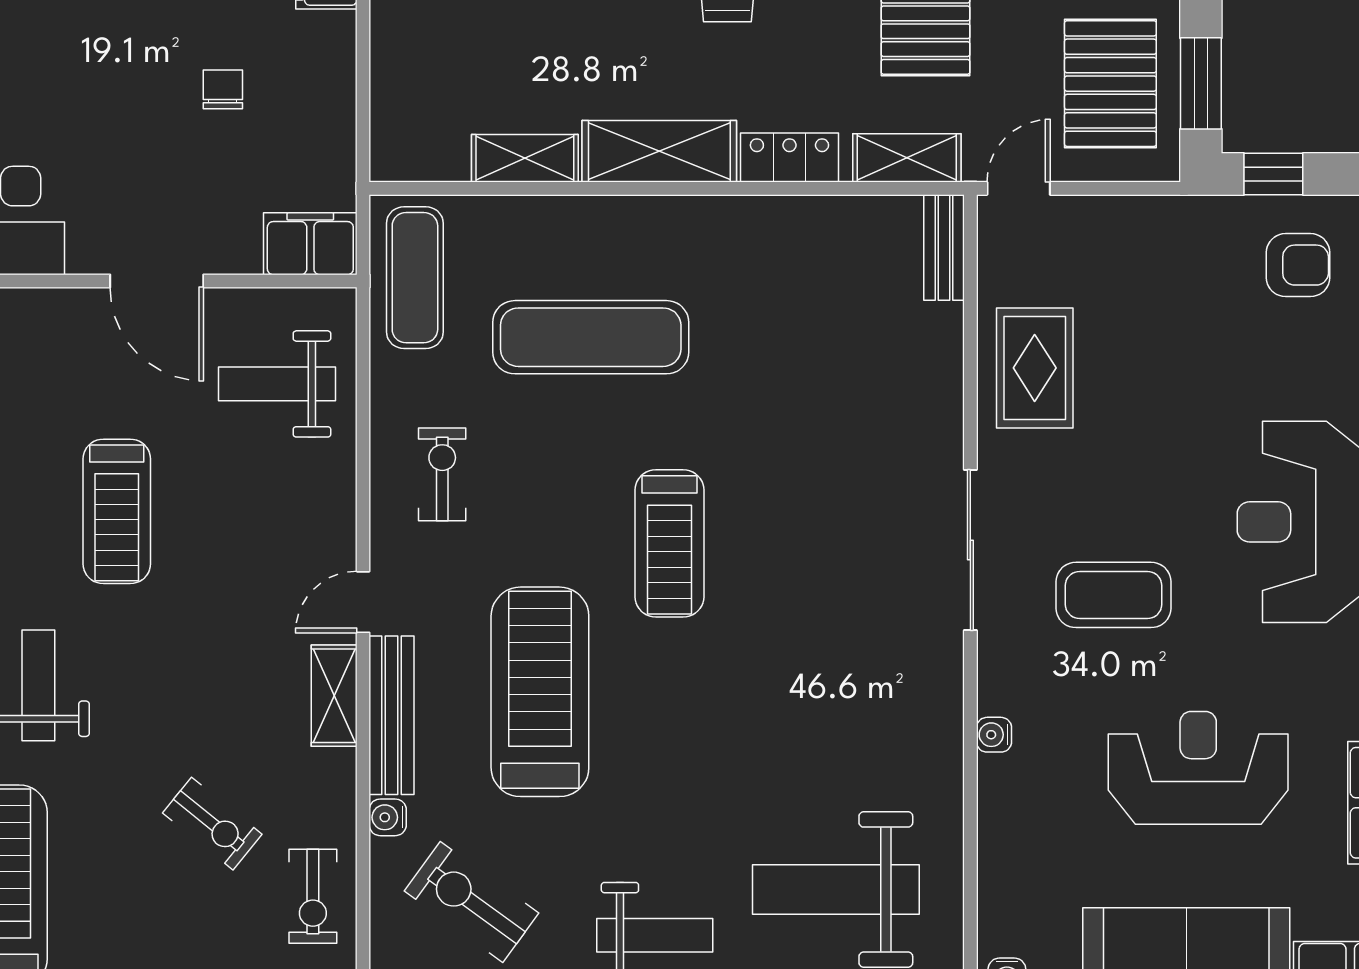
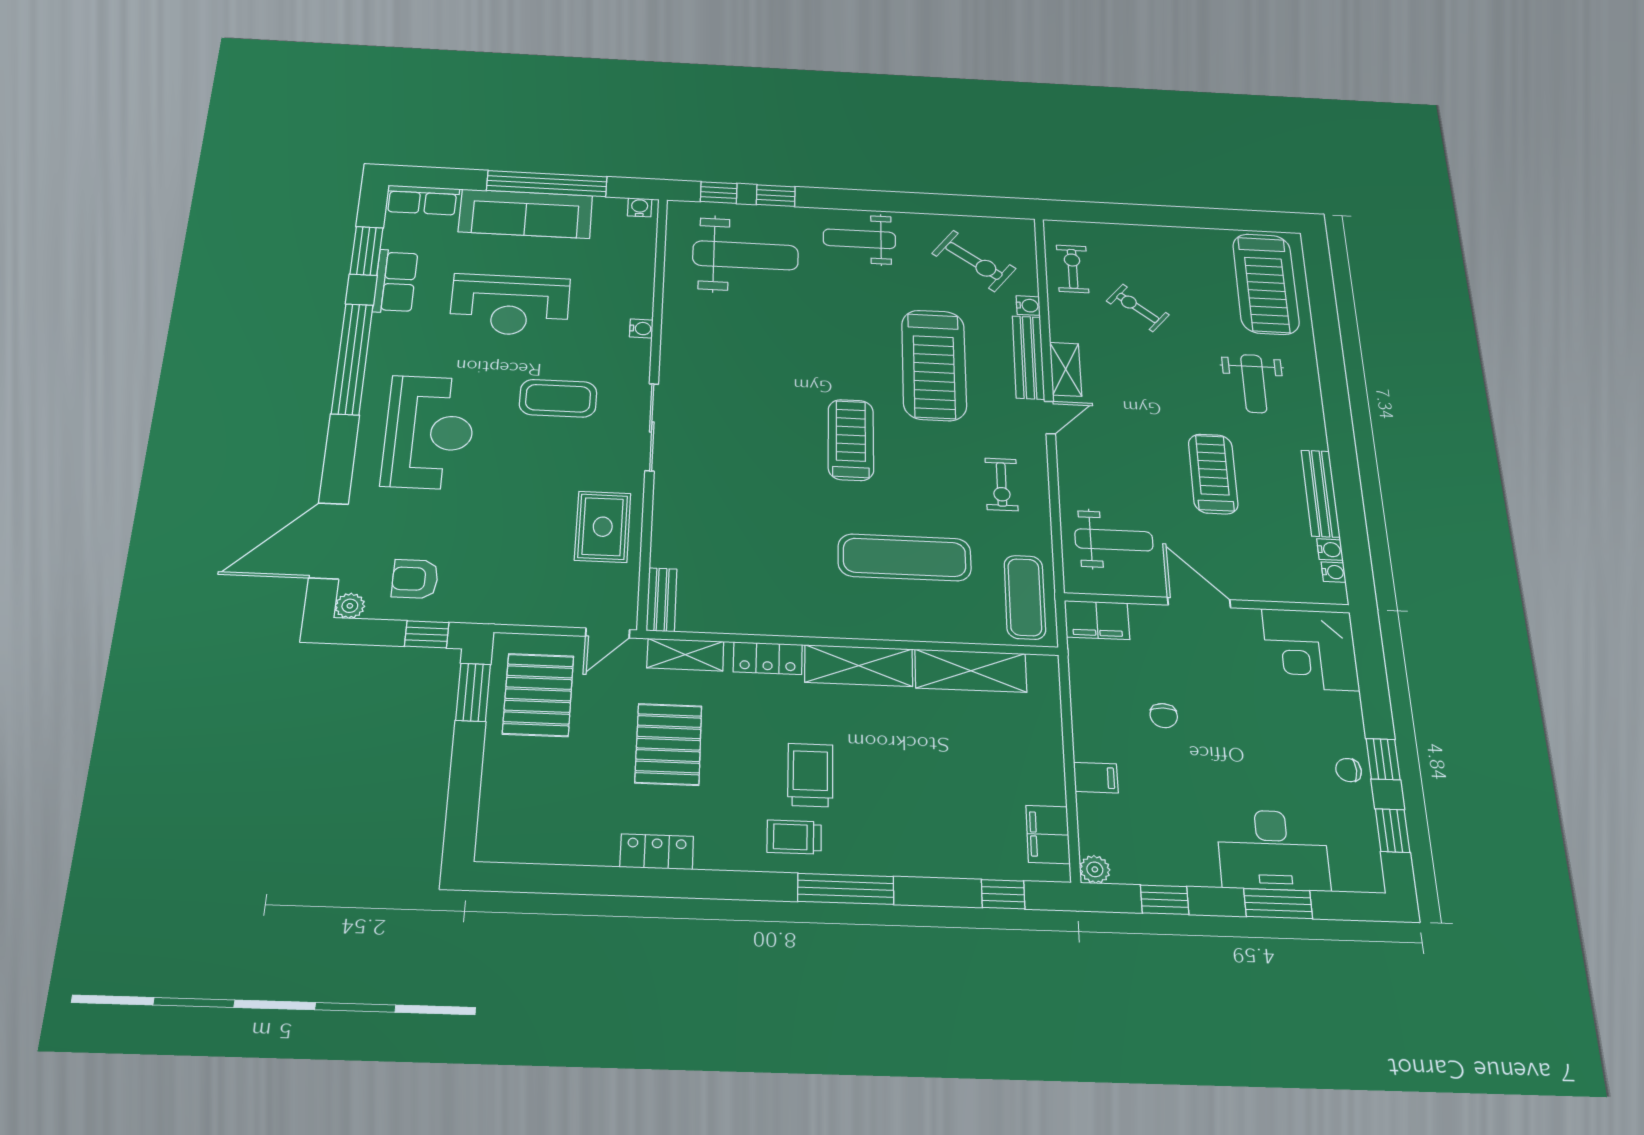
shelving: (525, 158) -> (971, 671), width x1.50, depth x1.33

